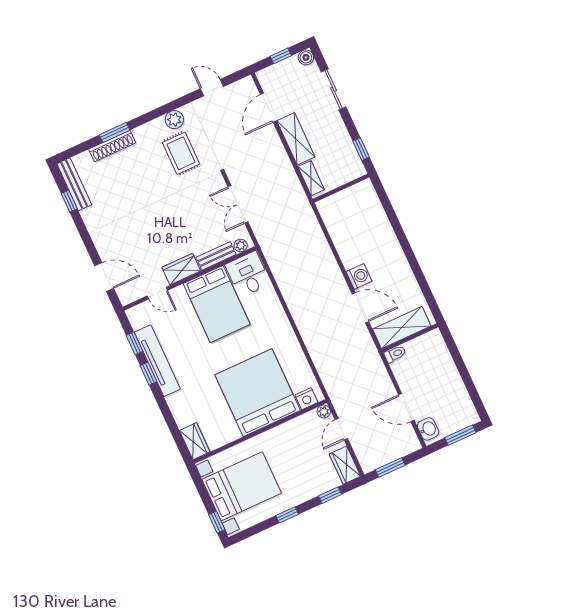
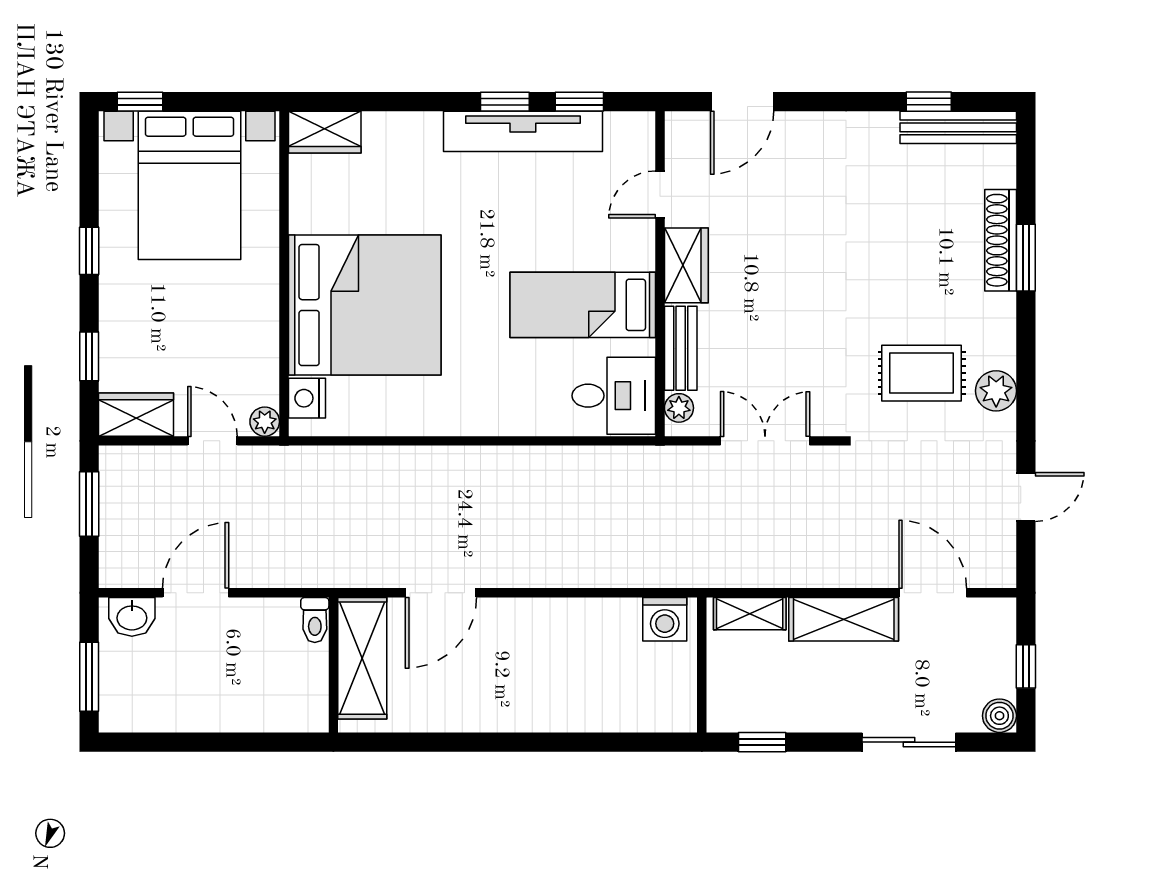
washing machine: (359, 276) -> (665, 619), moved
bed: (217, 304) -> (583, 305), width x0.67

